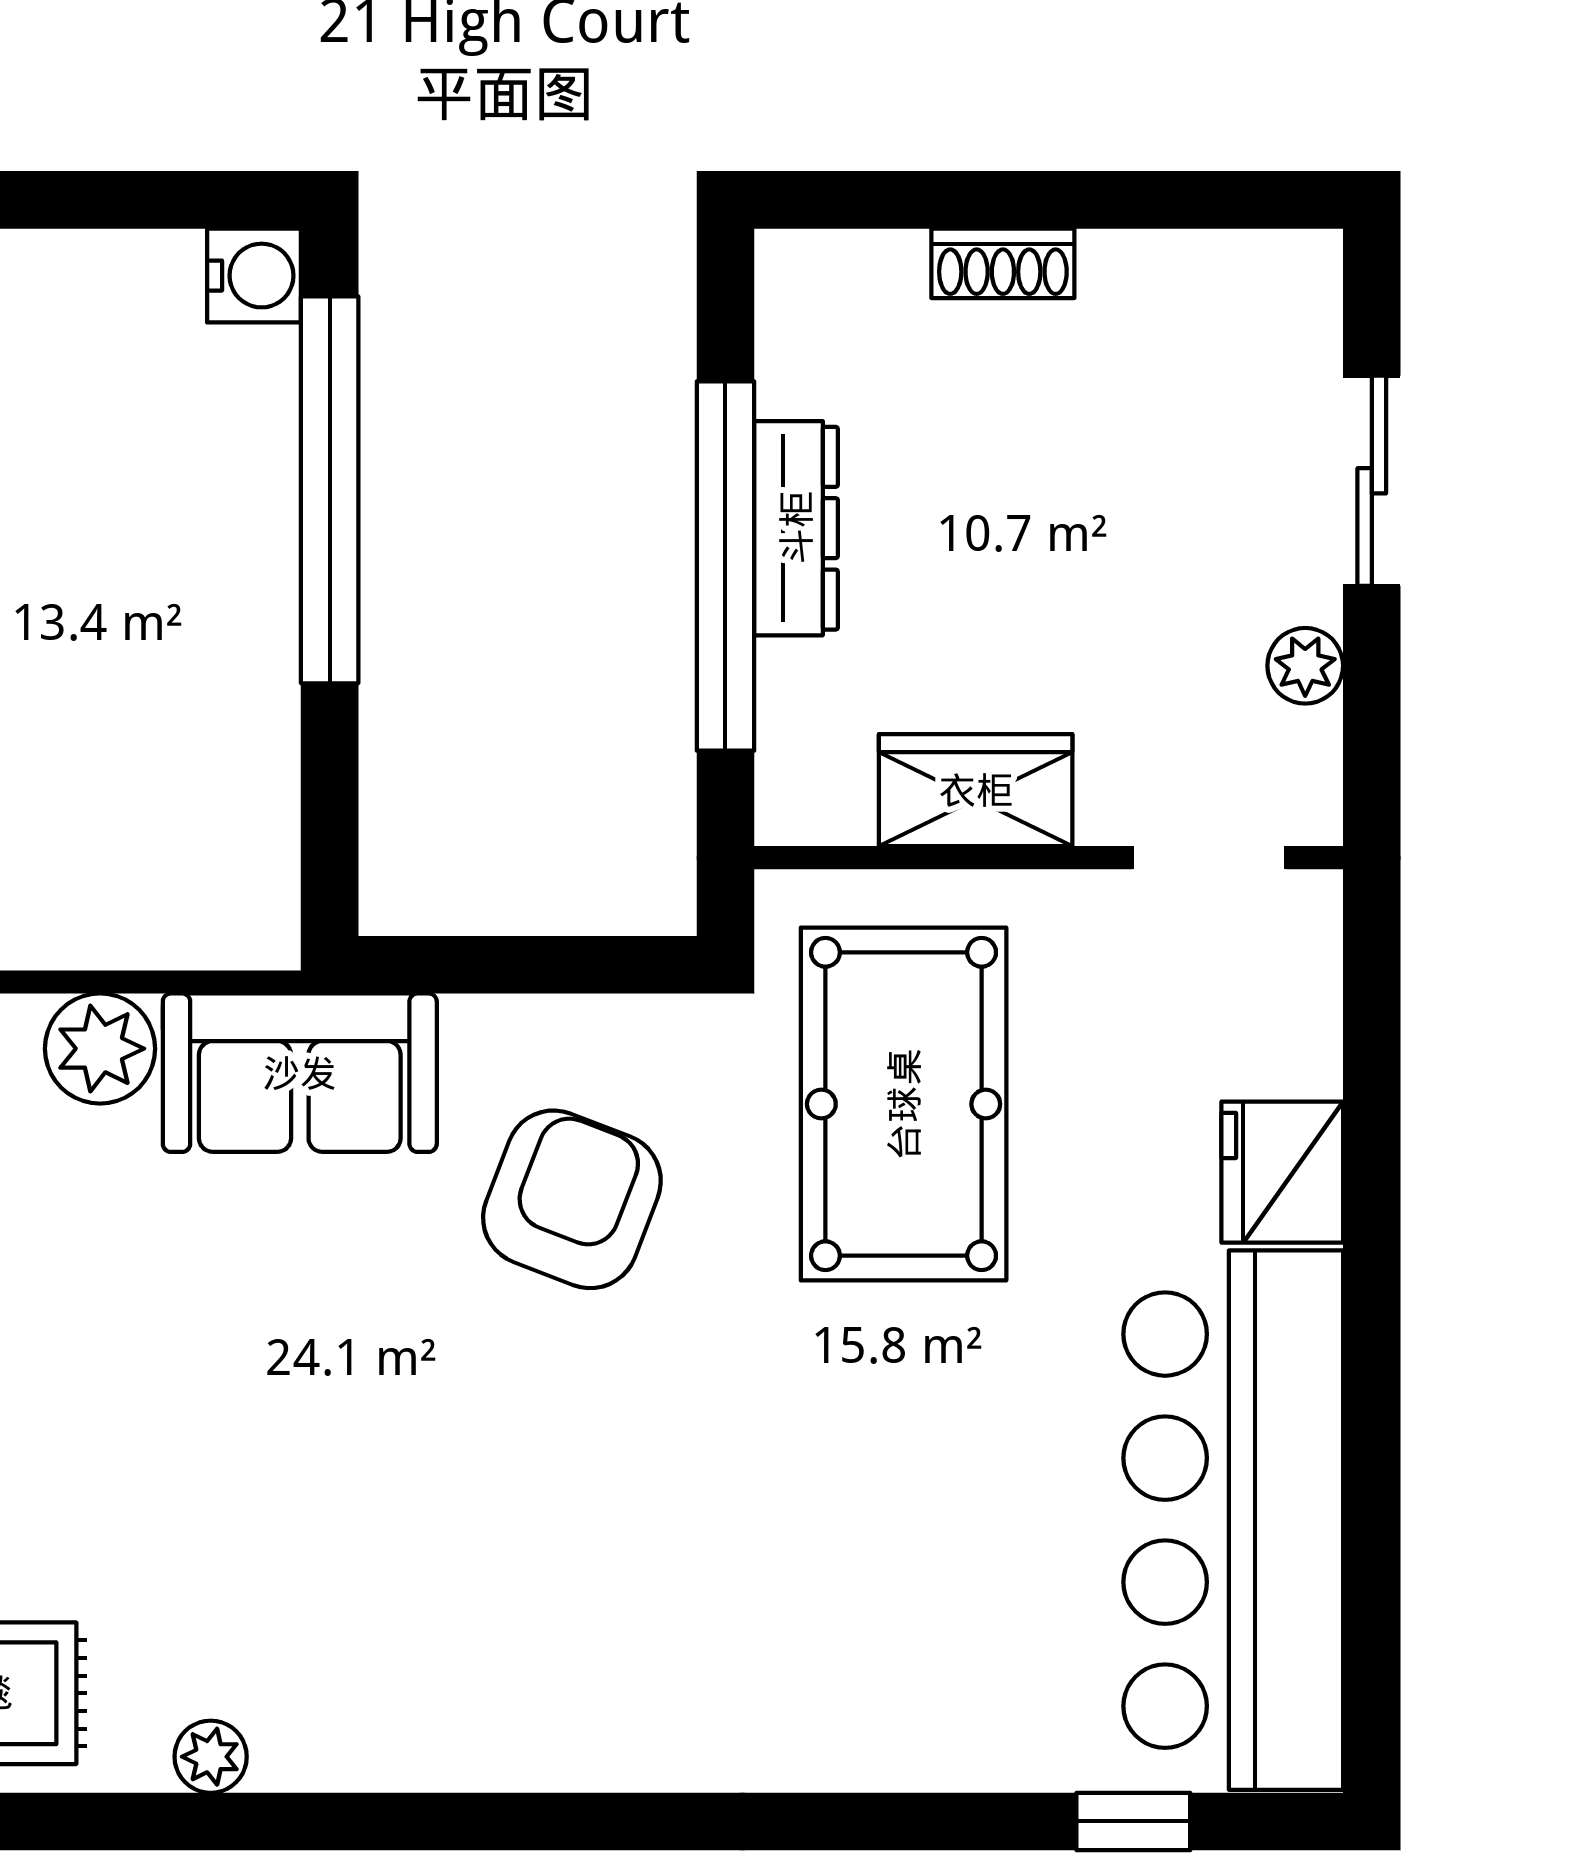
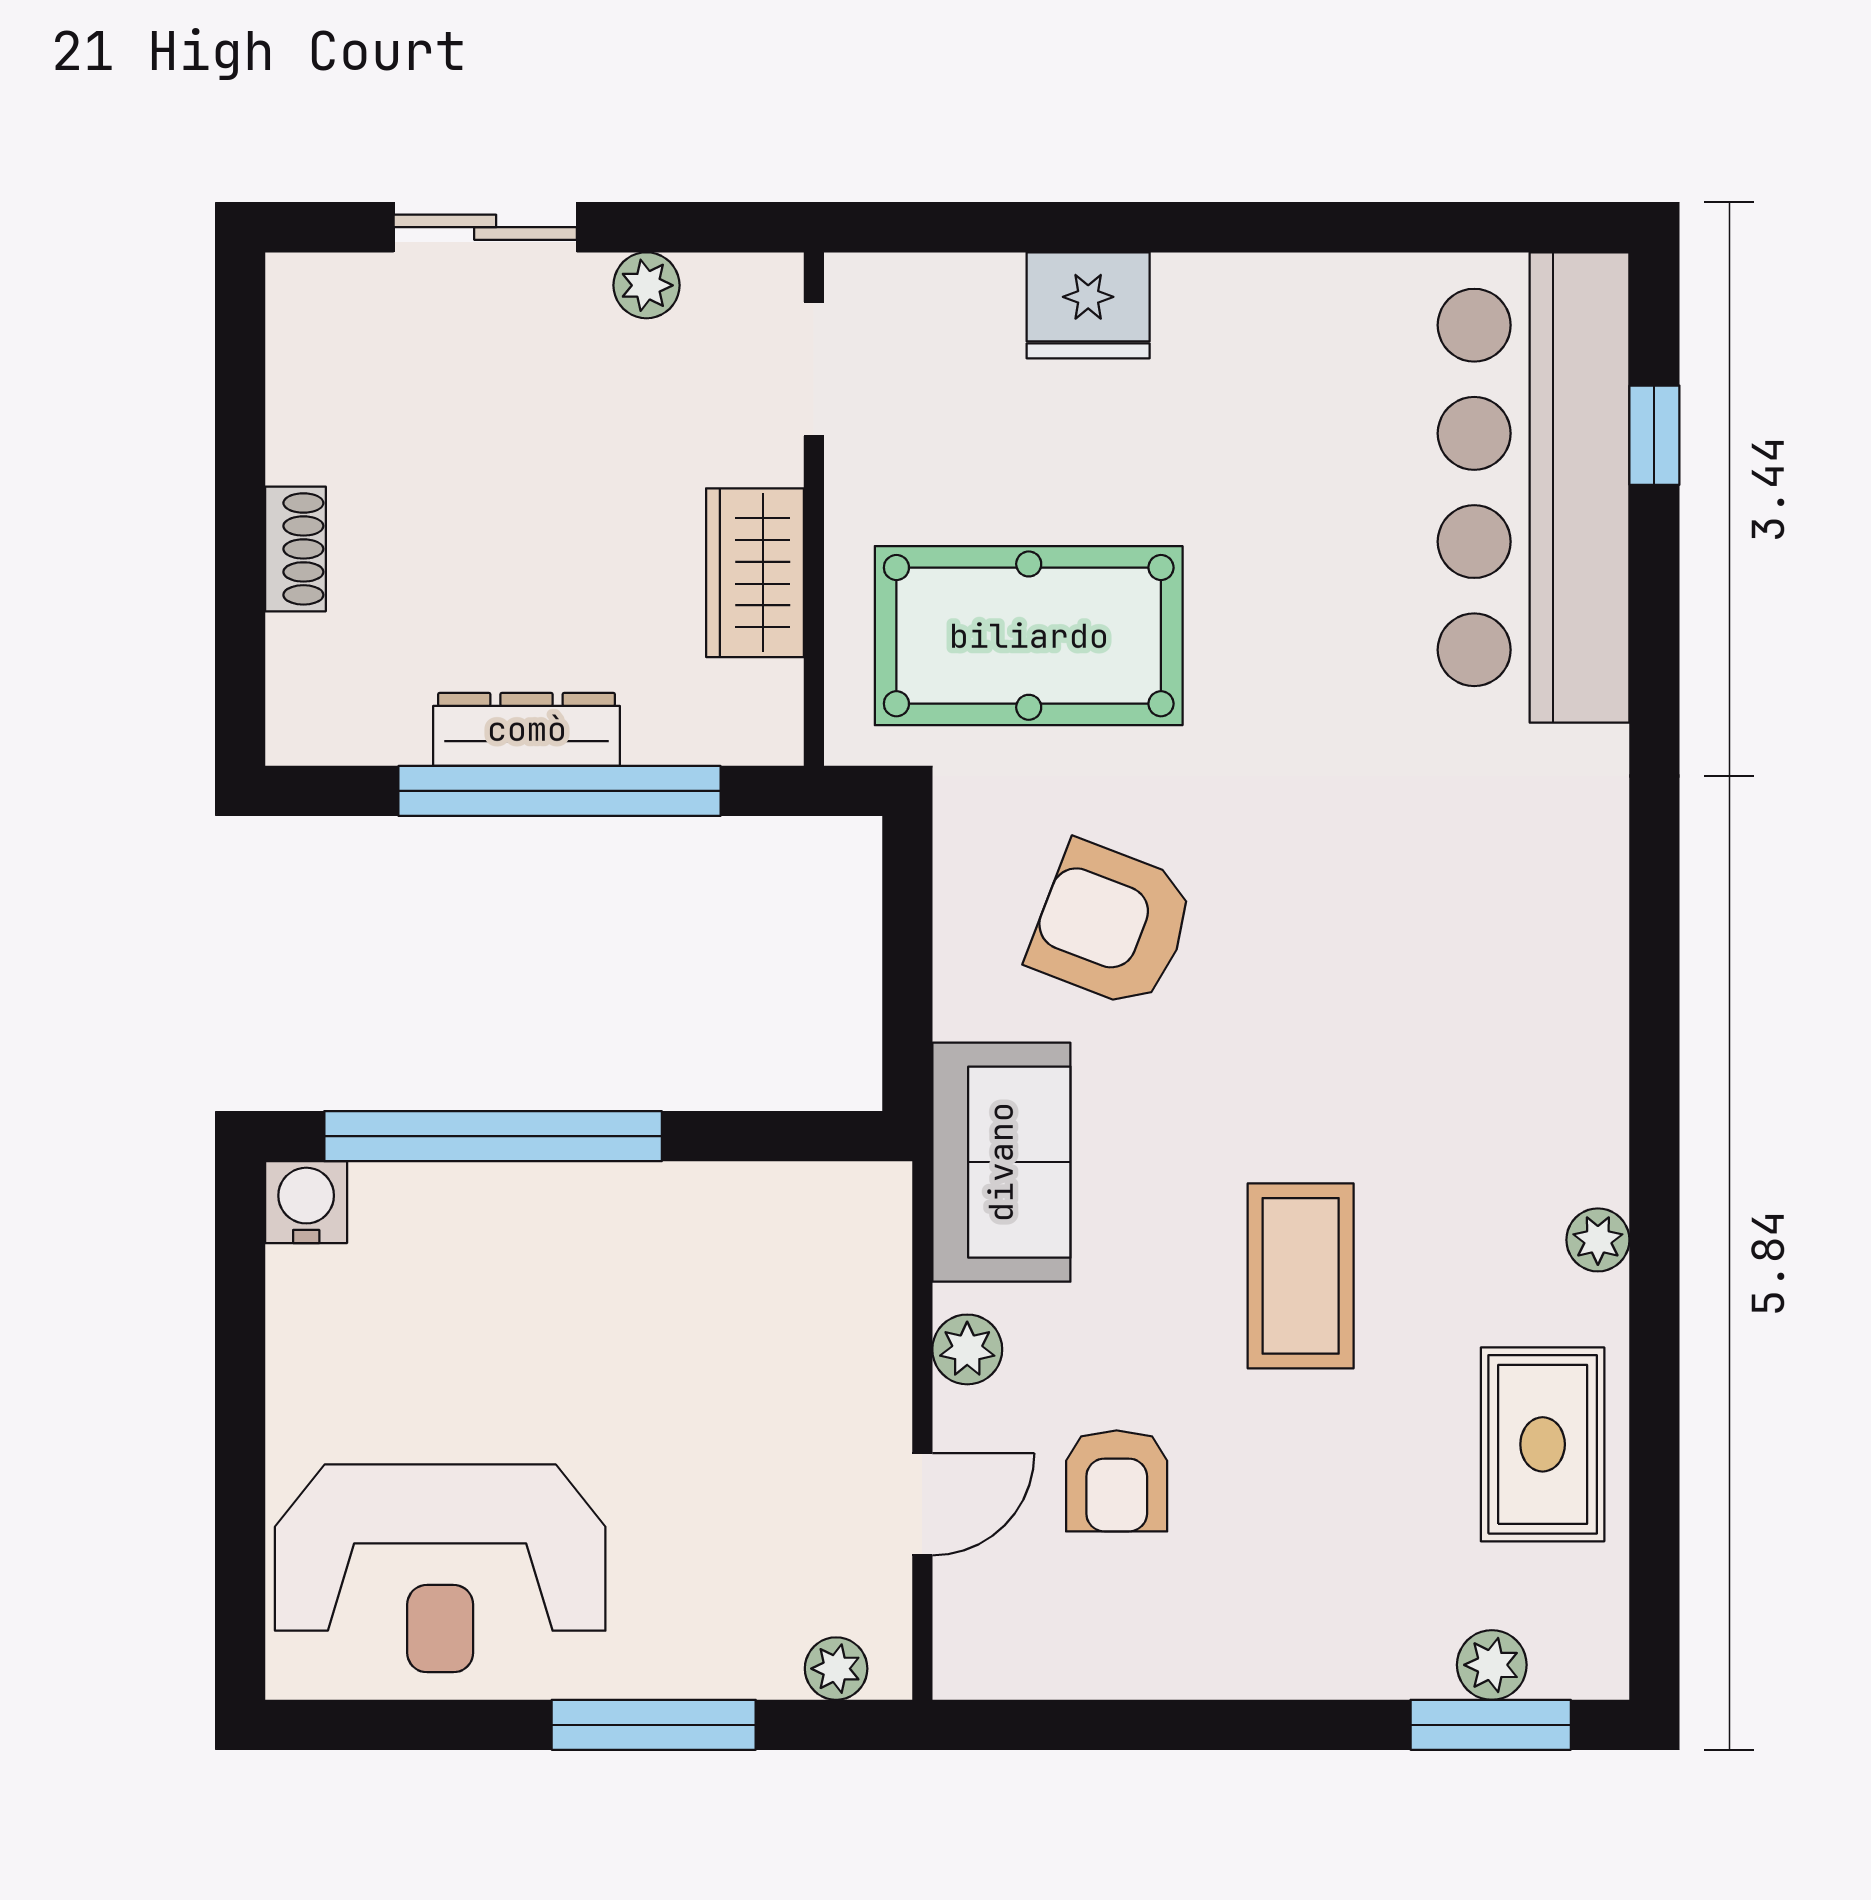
plant: (100, 1049) -> (967, 1349), width x0.73, depth x0.73
coffee table: (169, 1416) -> (1301, 1276), added
bar counter: (1233, 1520) -> (1534, 487), moved, turned 90

